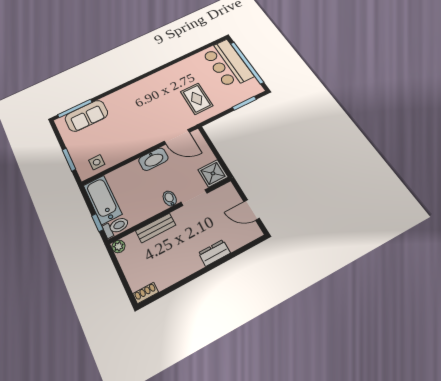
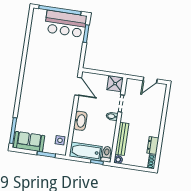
bar counter: (227, 64) -> (66, 24), moved
rug: (197, 99) -> (62, 57), removed
sofa: (86, 116) -> (29, 142), moved, turned -90
door: (177, 137) -> (78, 86), hinge flipped
washbasin: (153, 159) -> (80, 121), moved
bench: (156, 228) -> (122, 139), width x1.36
dresser: (214, 253) -> (153, 145), moved

